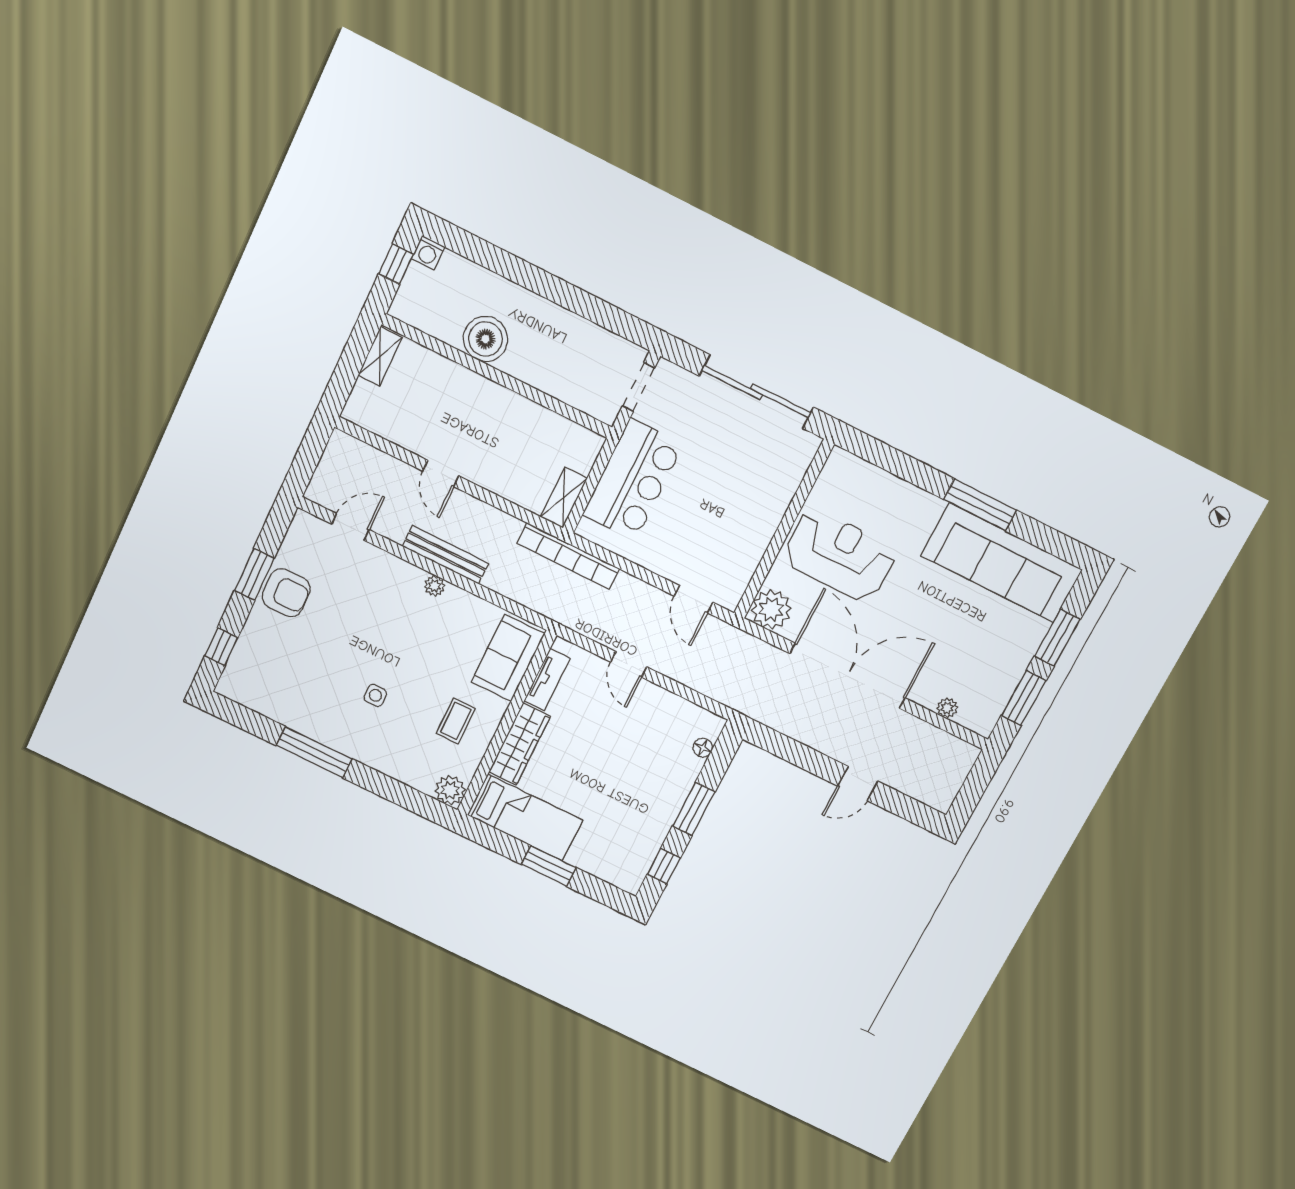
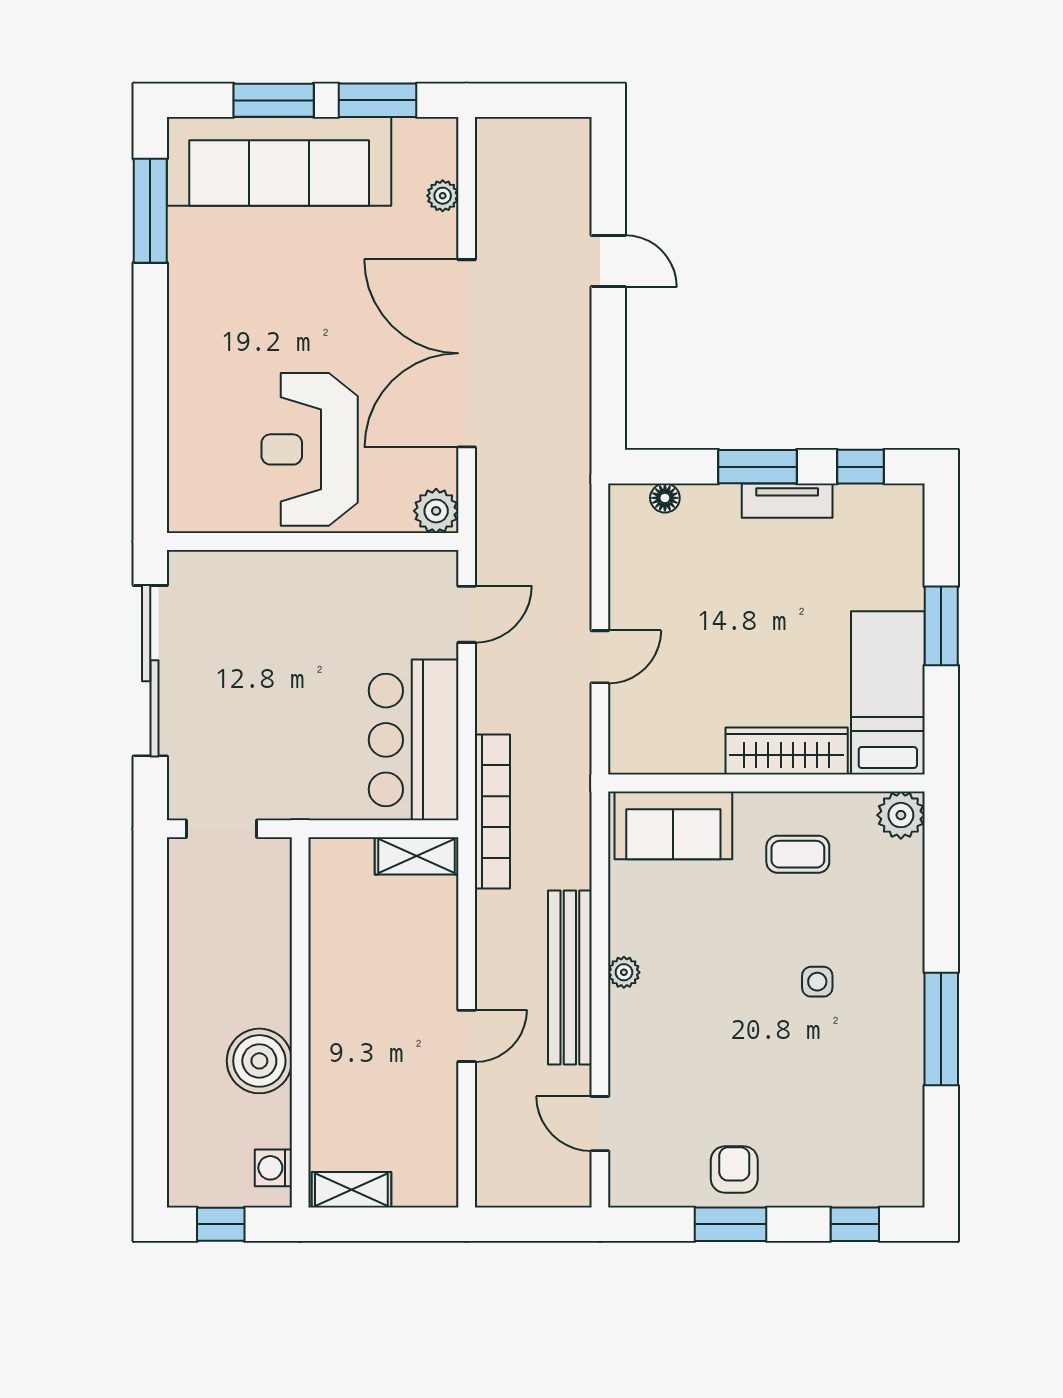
washing machine: (428, 253) -> (273, 1168), moved, turned 180
bar counter: (633, 480) -> (414, 740), moved, turned -90
window: (980, 505) -> (150, 211), moved
bench: (446, 555) -> (570, 978), width x1.37, depth x1.21
sofa: (1002, 563) -> (279, 161), moved, turned 90
armchair: (286, 593) -> (734, 1169), width x0.72, depth x0.72
plant: (771, 609) -> (436, 511), width x0.73, depth x0.73
tv unit: (547, 680) -> (787, 501), moved, turned 180

